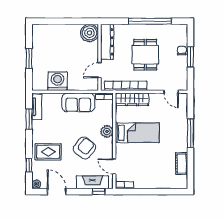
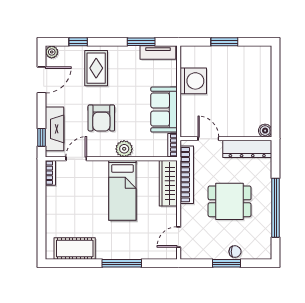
boiler: (90, 33) -> (265, 131), width x0.54, depth x0.54
armchair: (84, 148) -> (101, 118), turned 52
cot: (182, 163) -> (75, 249), width x1.37, depth x1.34

